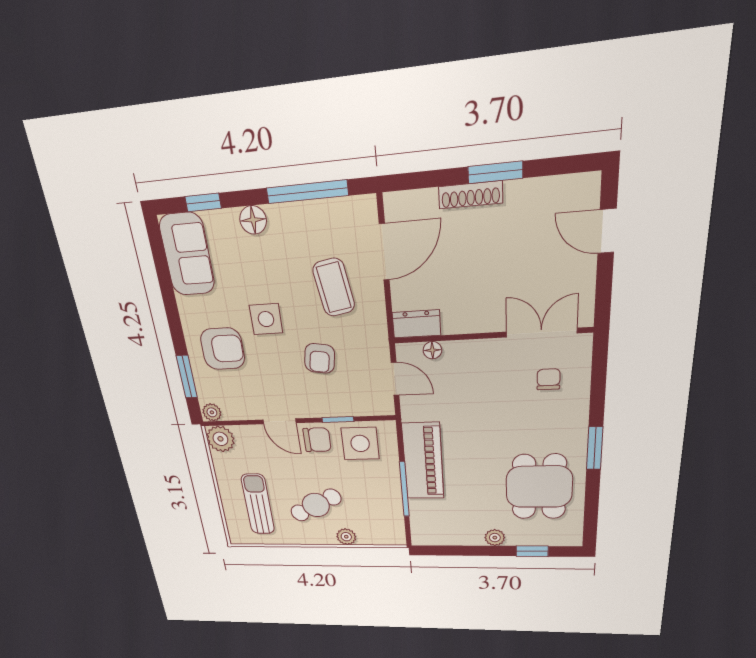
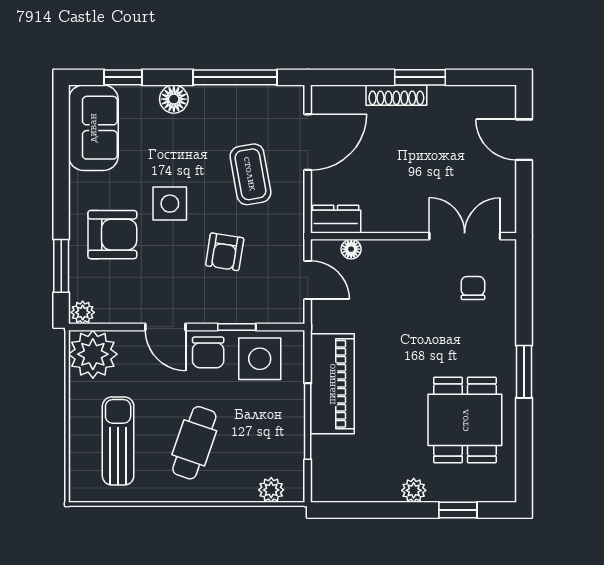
plant: (220, 439) -> (93, 354), width x1.36, depth x1.36
chair: (317, 440) -> (208, 352), turned 90
cafe table: (316, 505) -> (194, 443), turned -44
plant: (346, 537) -> (271, 490), moved

